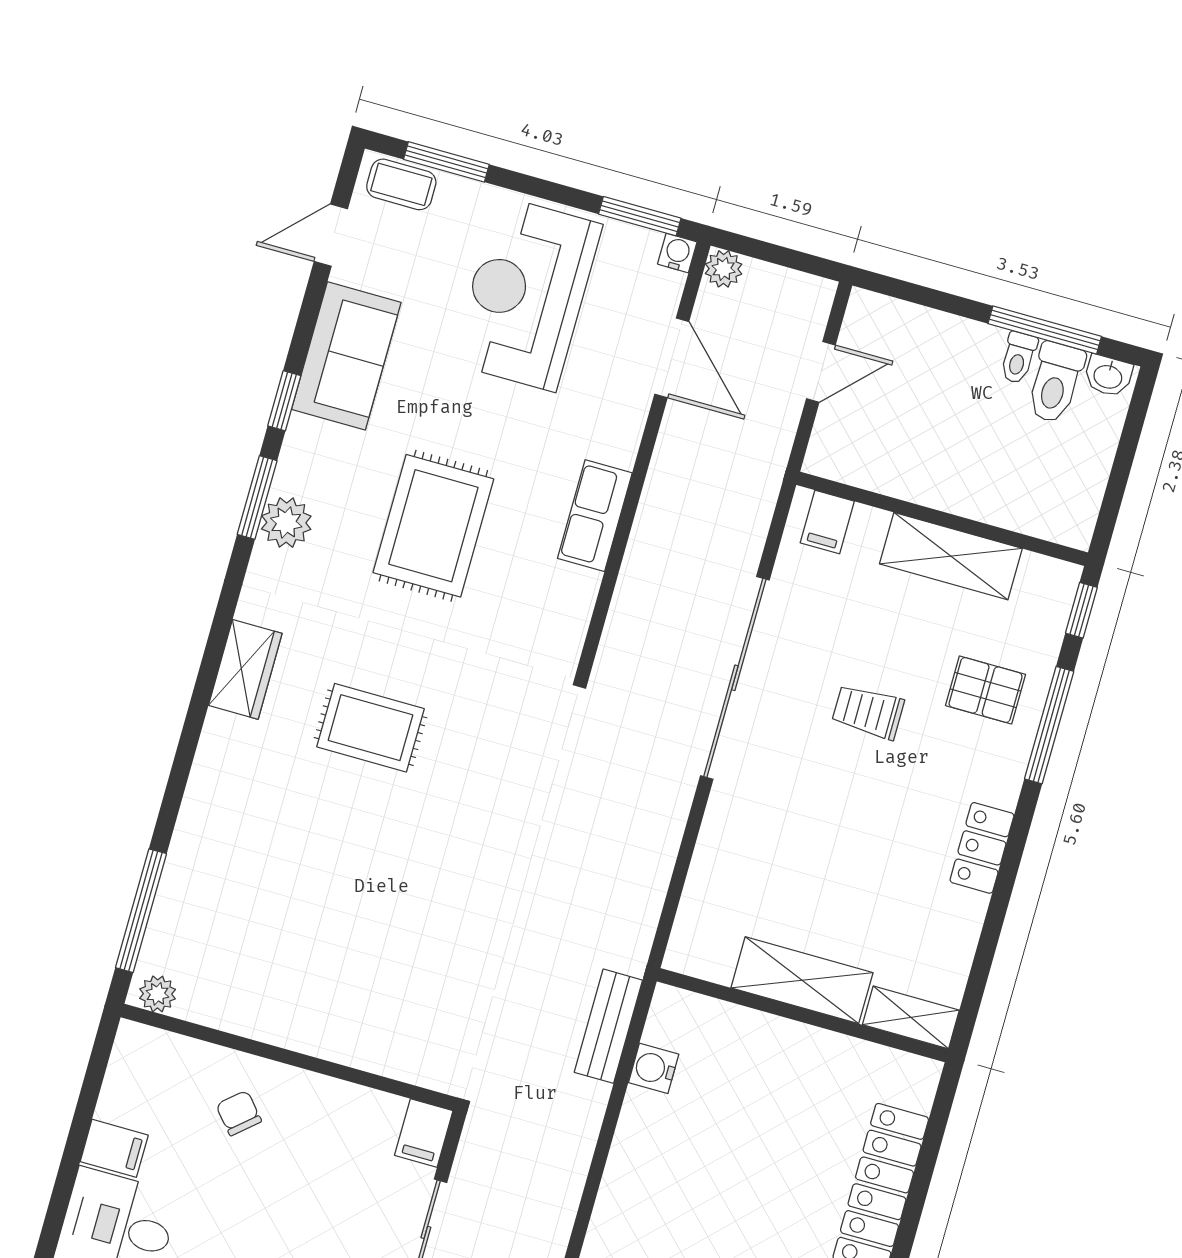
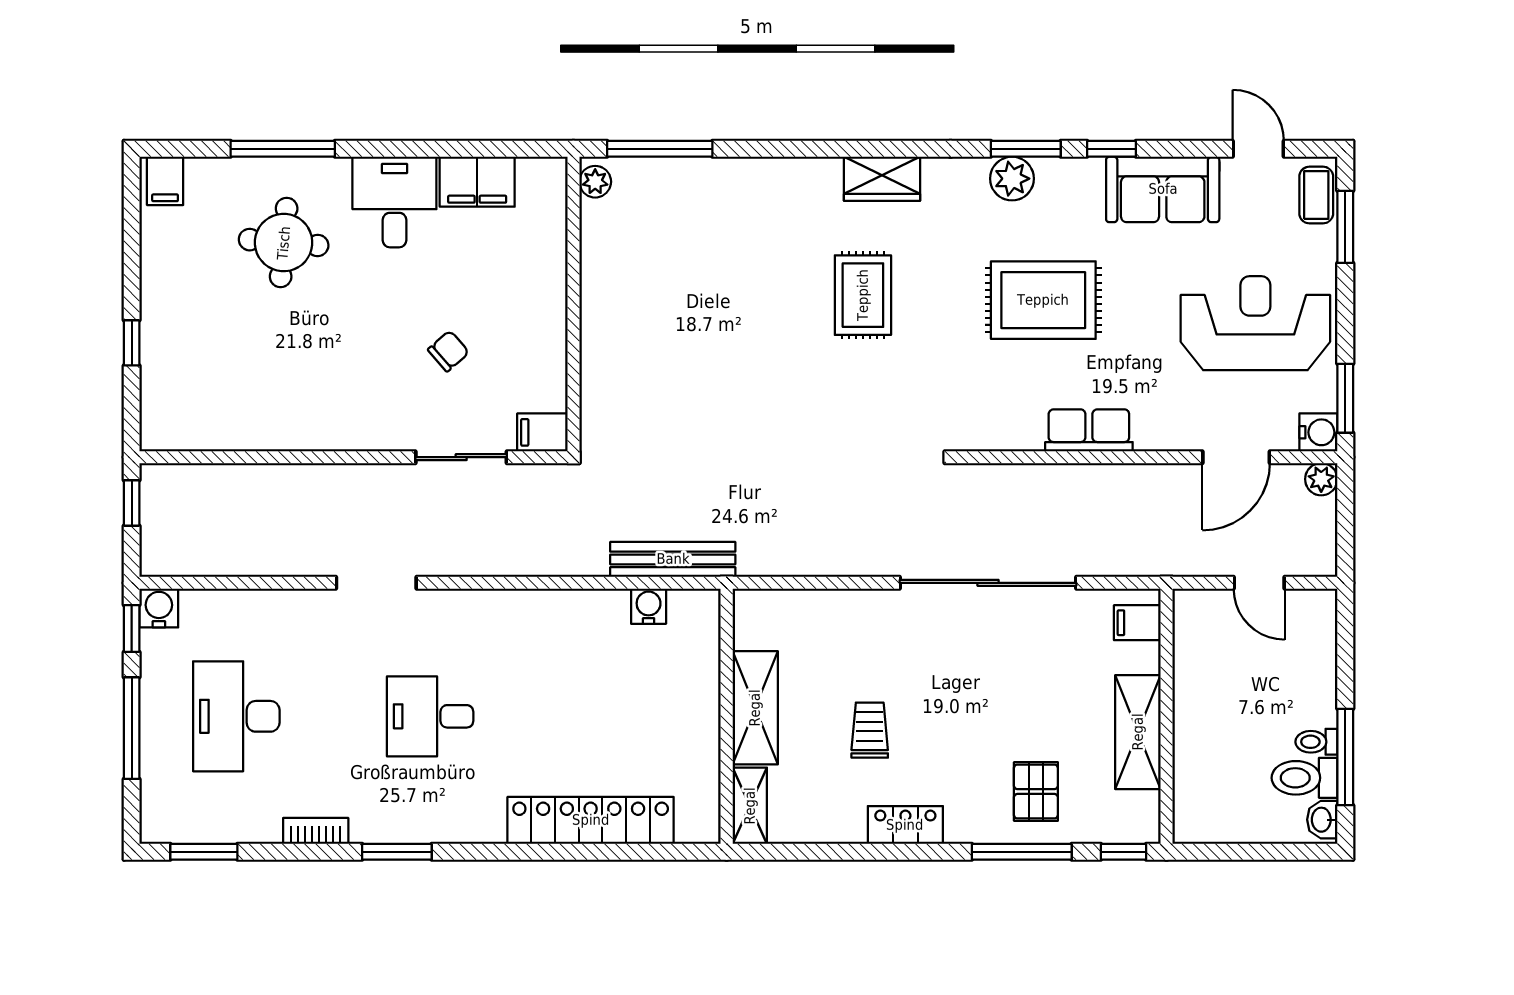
water cooler: (677, 253) -> (1318, 432), width x1.38, depth x1.38
trolley: (868, 712) -> (870, 730), moved
bench: (608, 1026) -> (673, 559), width x1.36
chair: (239, 1113) -> (448, 351), moved
filing cabinet: (114, 1148) -> (477, 182), width x2.00

